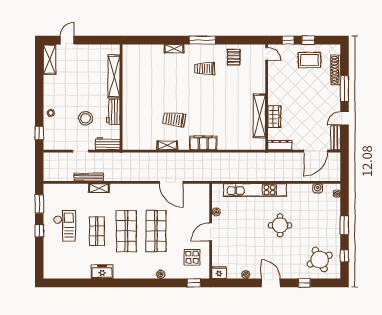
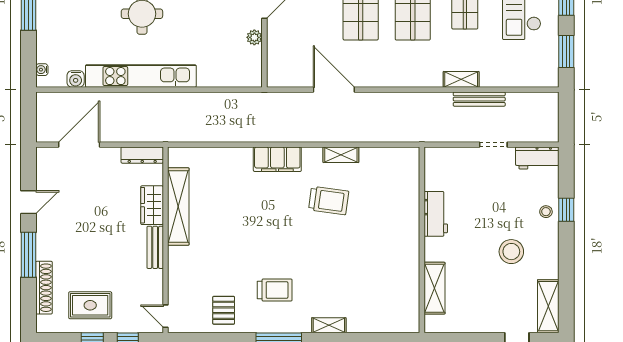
shelving: (114, 76) -> (434, 288), width x0.68
stool: (86, 118) -> (511, 252), moved
window: (39, 133) -> (566, 210), moved
bench: (336, 138) -> (155, 247), moved
workbench: (108, 143) -> (537, 158), moved
kitchen unit: (255, 190) -> (141, 76), moved

